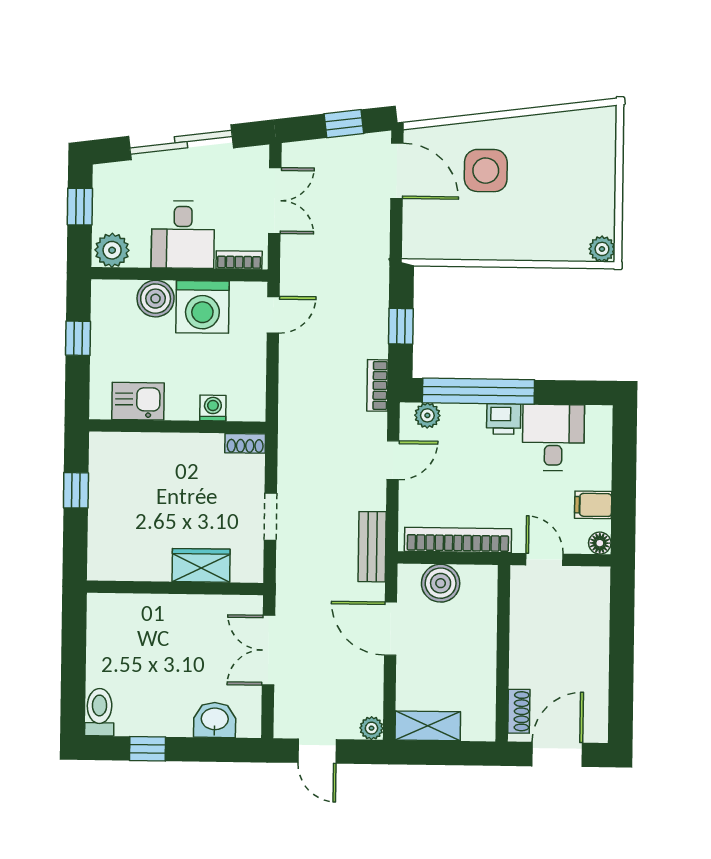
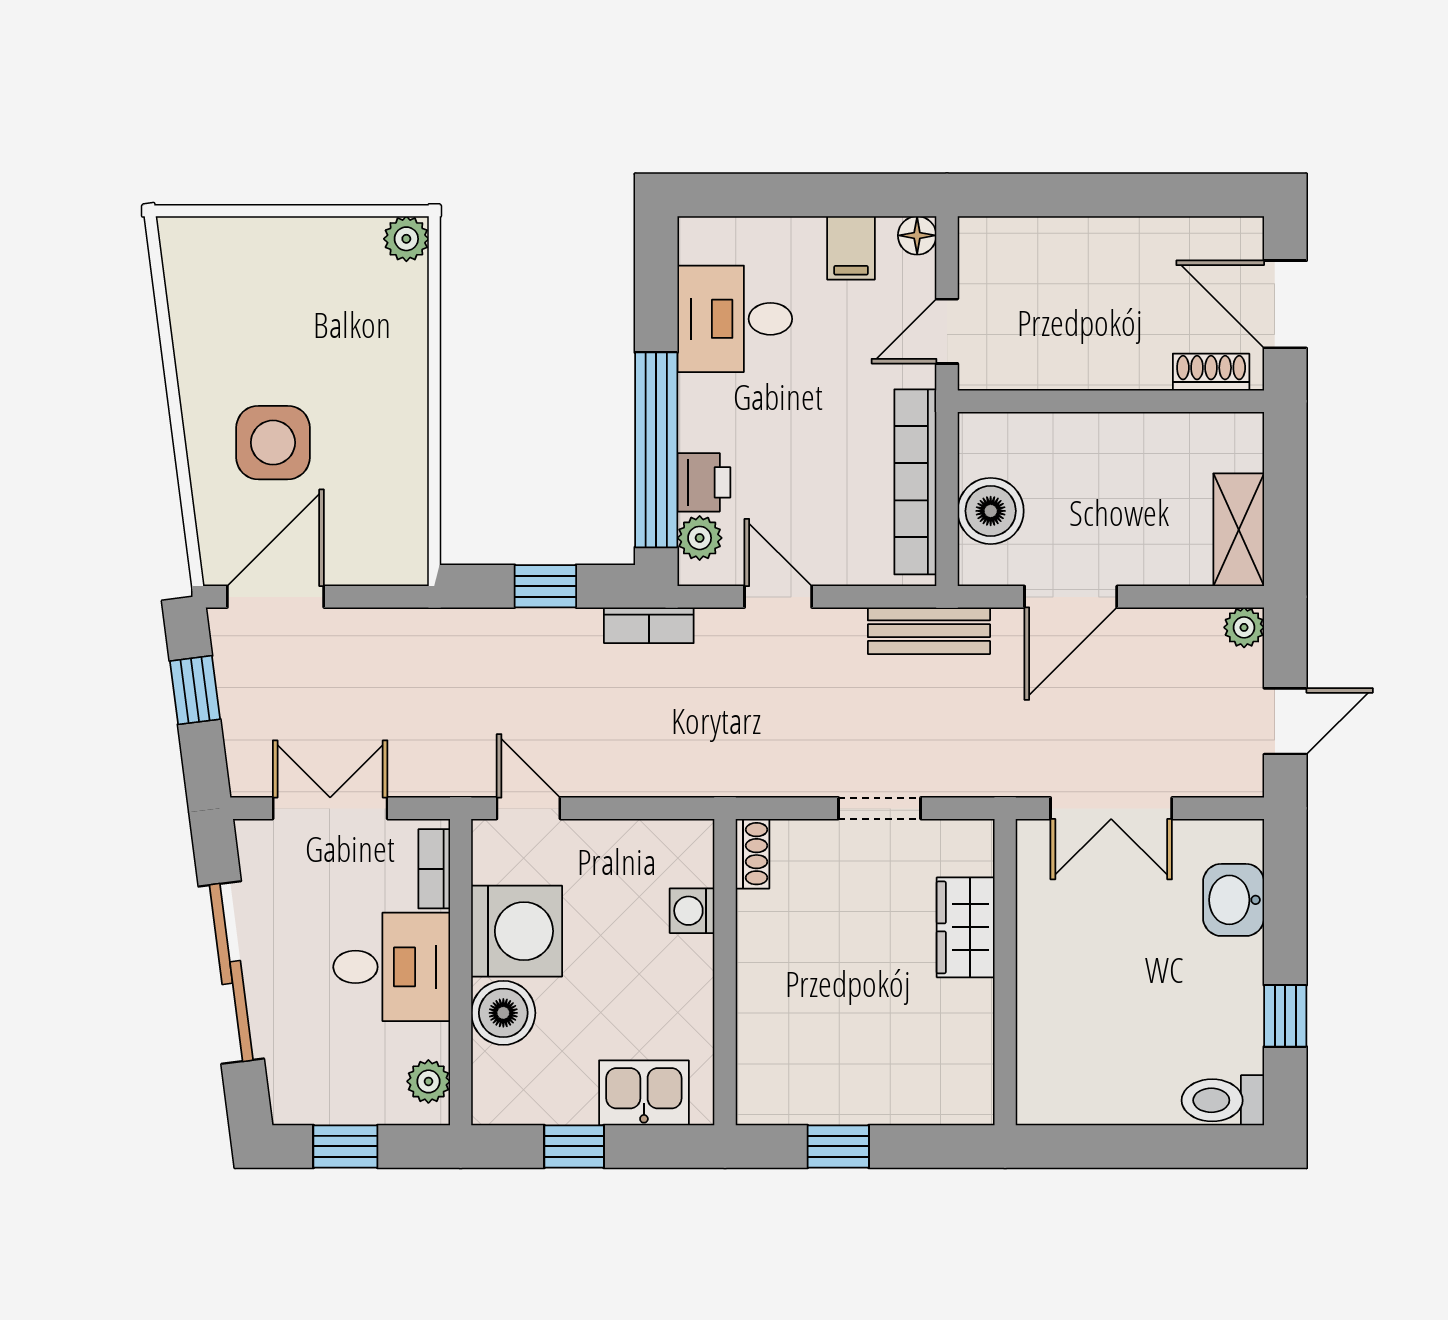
plant: (112, 250) -> (428, 1081), width x0.73, depth x0.73
kitchen sink: (138, 401) -> (644, 1093), moved, turned 90
printer: (504, 419) -> (704, 482), moved

